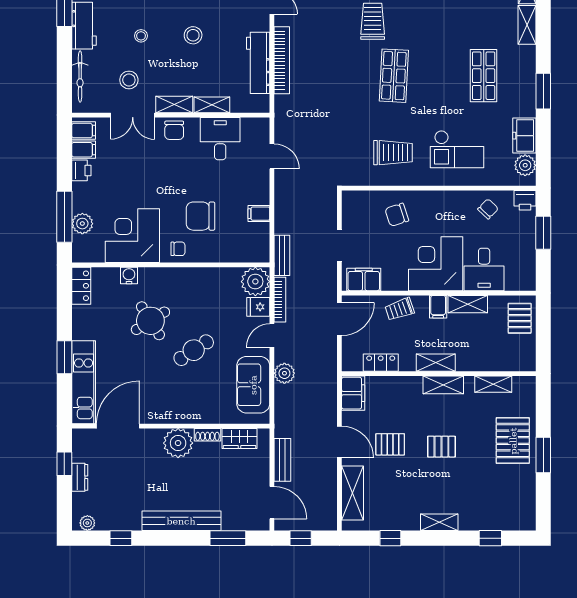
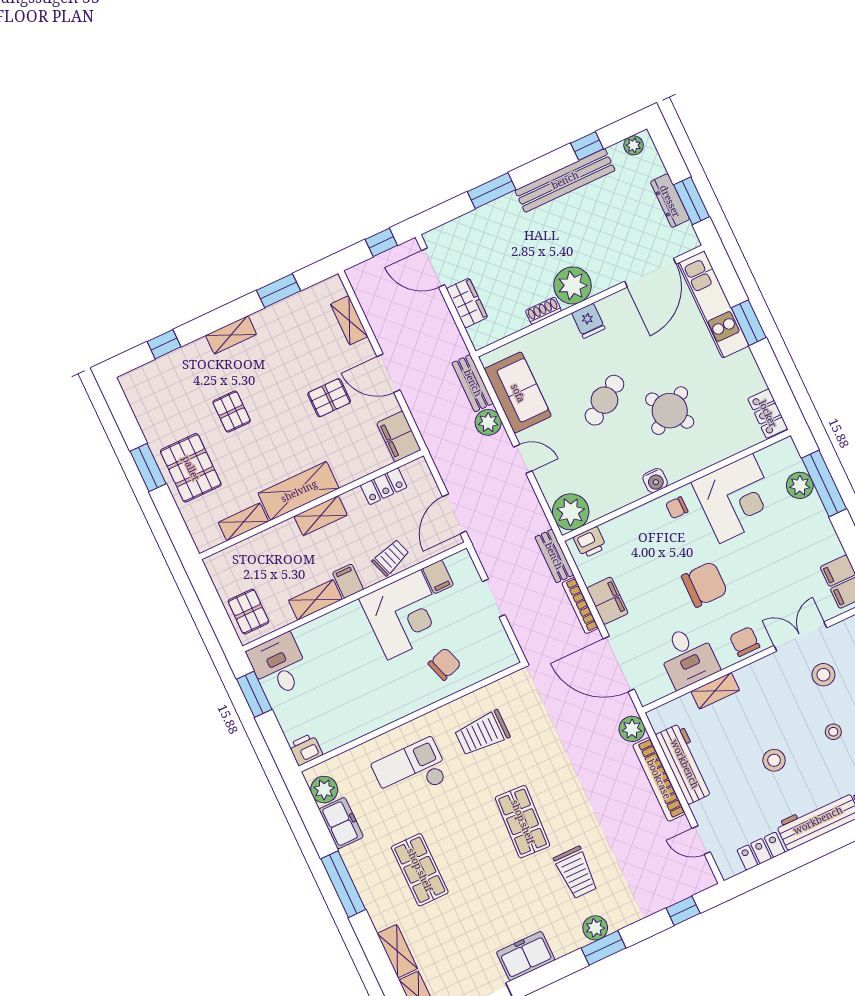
window: (543, 91) -> (343, 884), width x1.44
shelving: (174, 105) -> (758, 671), removed
plant: (284, 105) -> (632, 729), added
door: (272, 156) -> (619, 664), width x1.88
printer: (81, 170) -> (590, 542), moved, turned -90
chair: (488, 209) -> (343, 720), removed
filing cabinet: (259, 214) -> (607, 601), width x2.00
chair: (201, 216) -> (705, 584), moved
window: (543, 233) -> (254, 694), moved
corner desk: (436, 264) -> (404, 615), moved
desk: (484, 269) -> (279, 665), moved
water cooler: (129, 276) -> (655, 481), moved
filing cabinet: (364, 279) -> (438, 577), width x0.50
bookcase: (280, 300) -> (580, 605), moved
fridge: (258, 307) -> (588, 321), moved, turned 90
door: (272, 335) -> (523, 459), hinge flipped
shelving: (443, 385) -> (299, 491), width x1.50, depth x1.33
wardrobe: (240, 438) -> (467, 303), moved, turned 90
pallet: (441, 447) -> (232, 412), moved, turned 90
bench: (282, 460) -> (473, 383), moved
window: (64, 464) -> (692, 201), width x1.50
dresser: (80, 477) -> (670, 201), width x1.44
shelving: (352, 493) -> (349, 320), width x0.67, depth x0.75
bench: (181, 521) -> (565, 180), moved
window: (228, 538) -> (492, 191), moved
window: (390, 538) -> (279, 291), width x1.50

